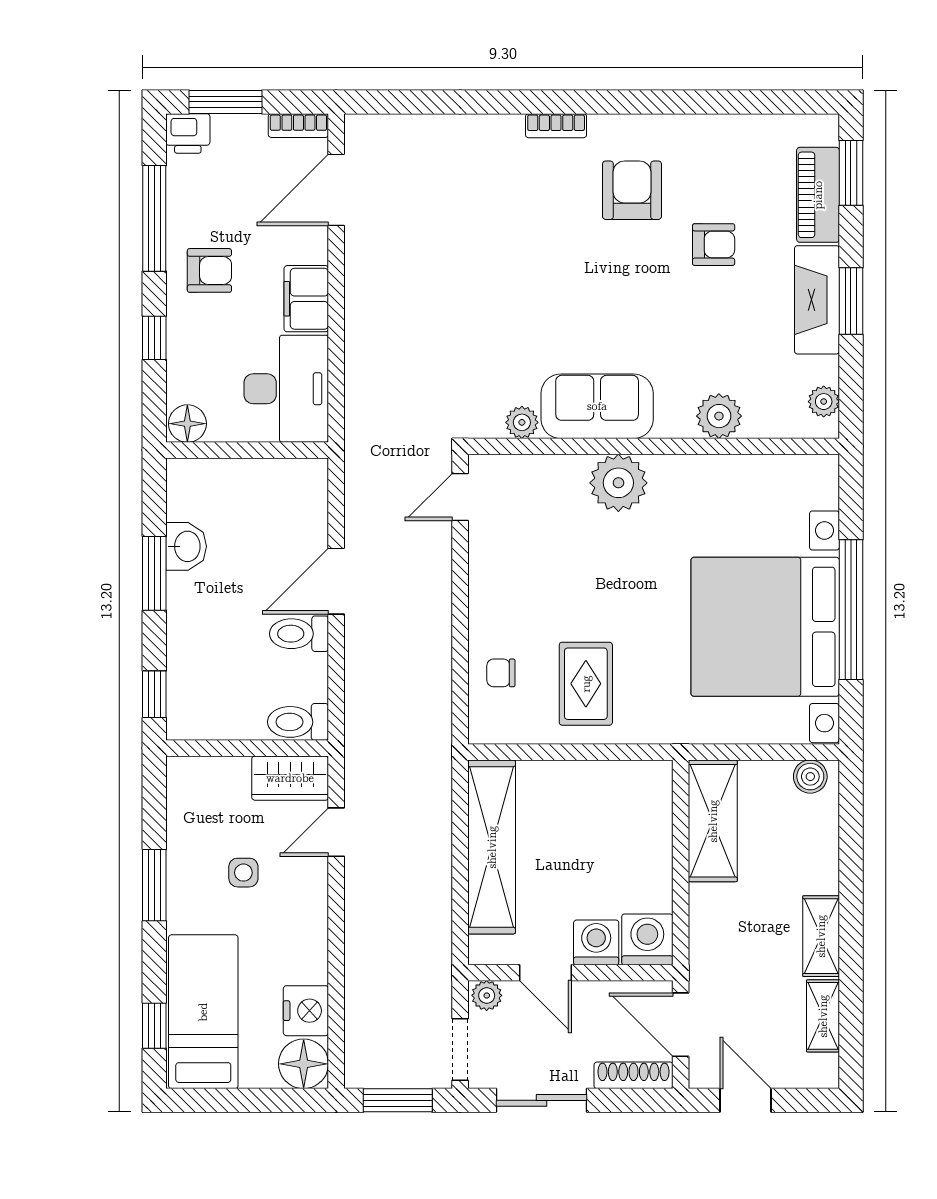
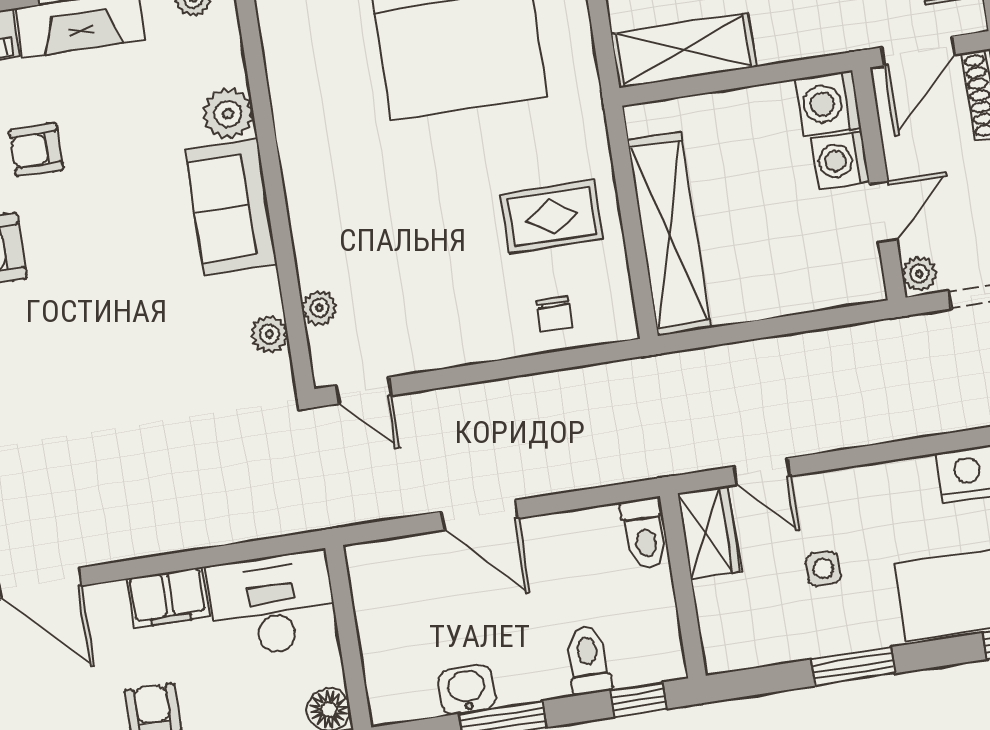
armchair: (714, 245) -> (36, 150), turned -90
sofa: (597, 406) -> (231, 207), moved
plant: (618, 483) -> (319, 308), moved, width x0.53, depth x0.53
toilet: (299, 634) -> (588, 660), moved, turned 180
shelving: (492, 847) -> (669, 234), moved, turned 90

